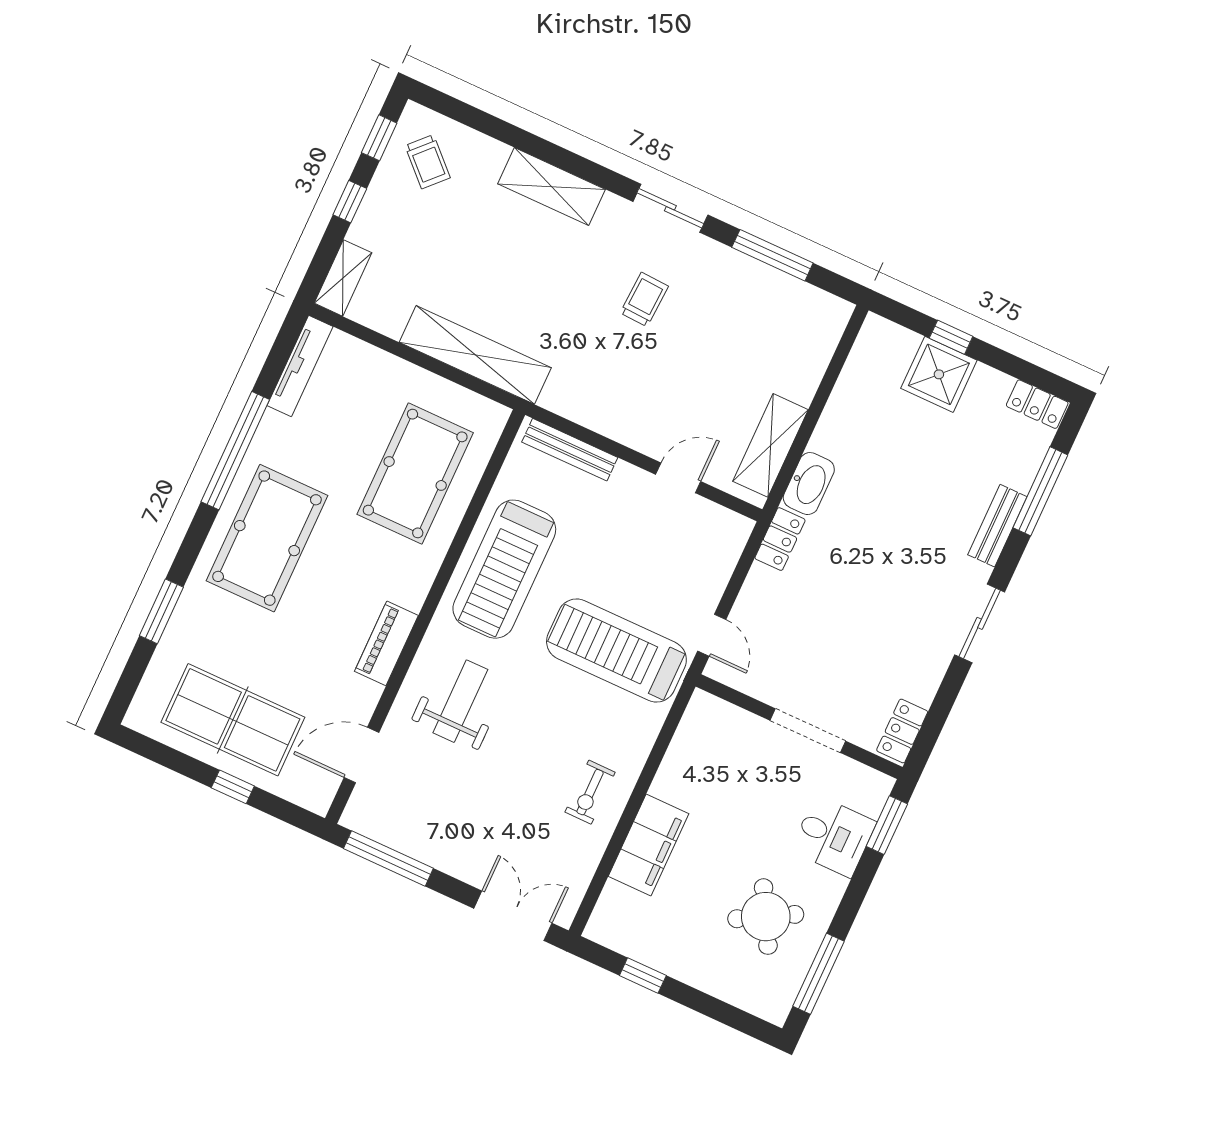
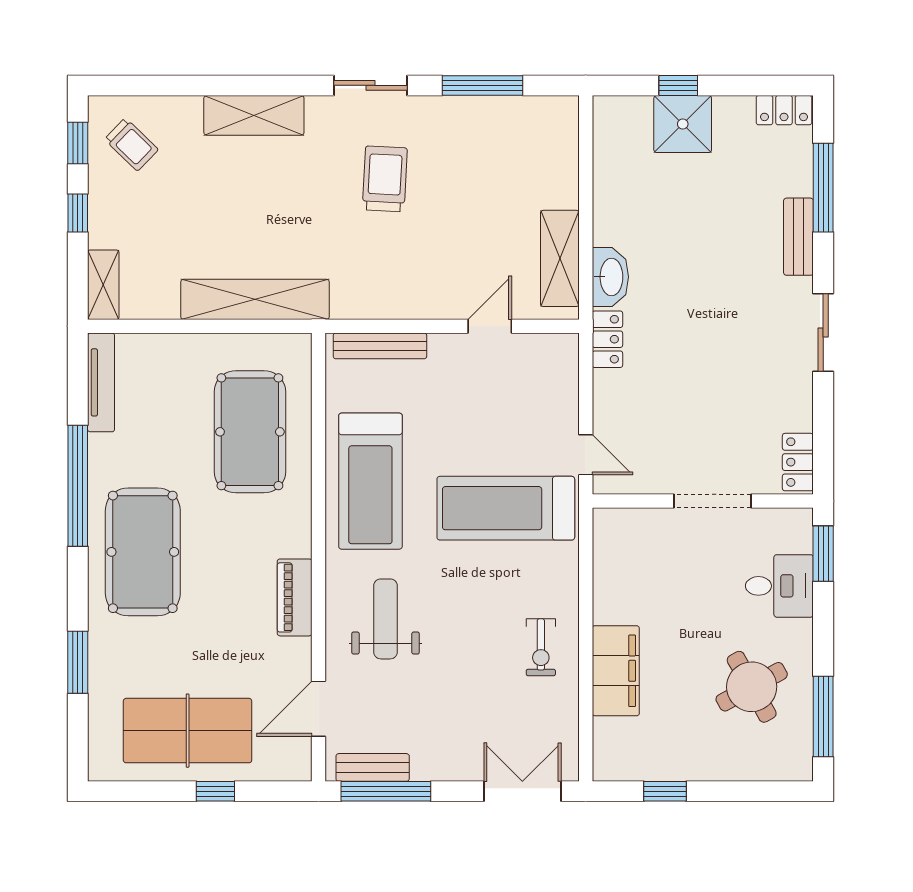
trolley: (644, 300) -> (385, 179), width x1.36, depth x1.39
bench: (386, 831) -> (373, 767), added

